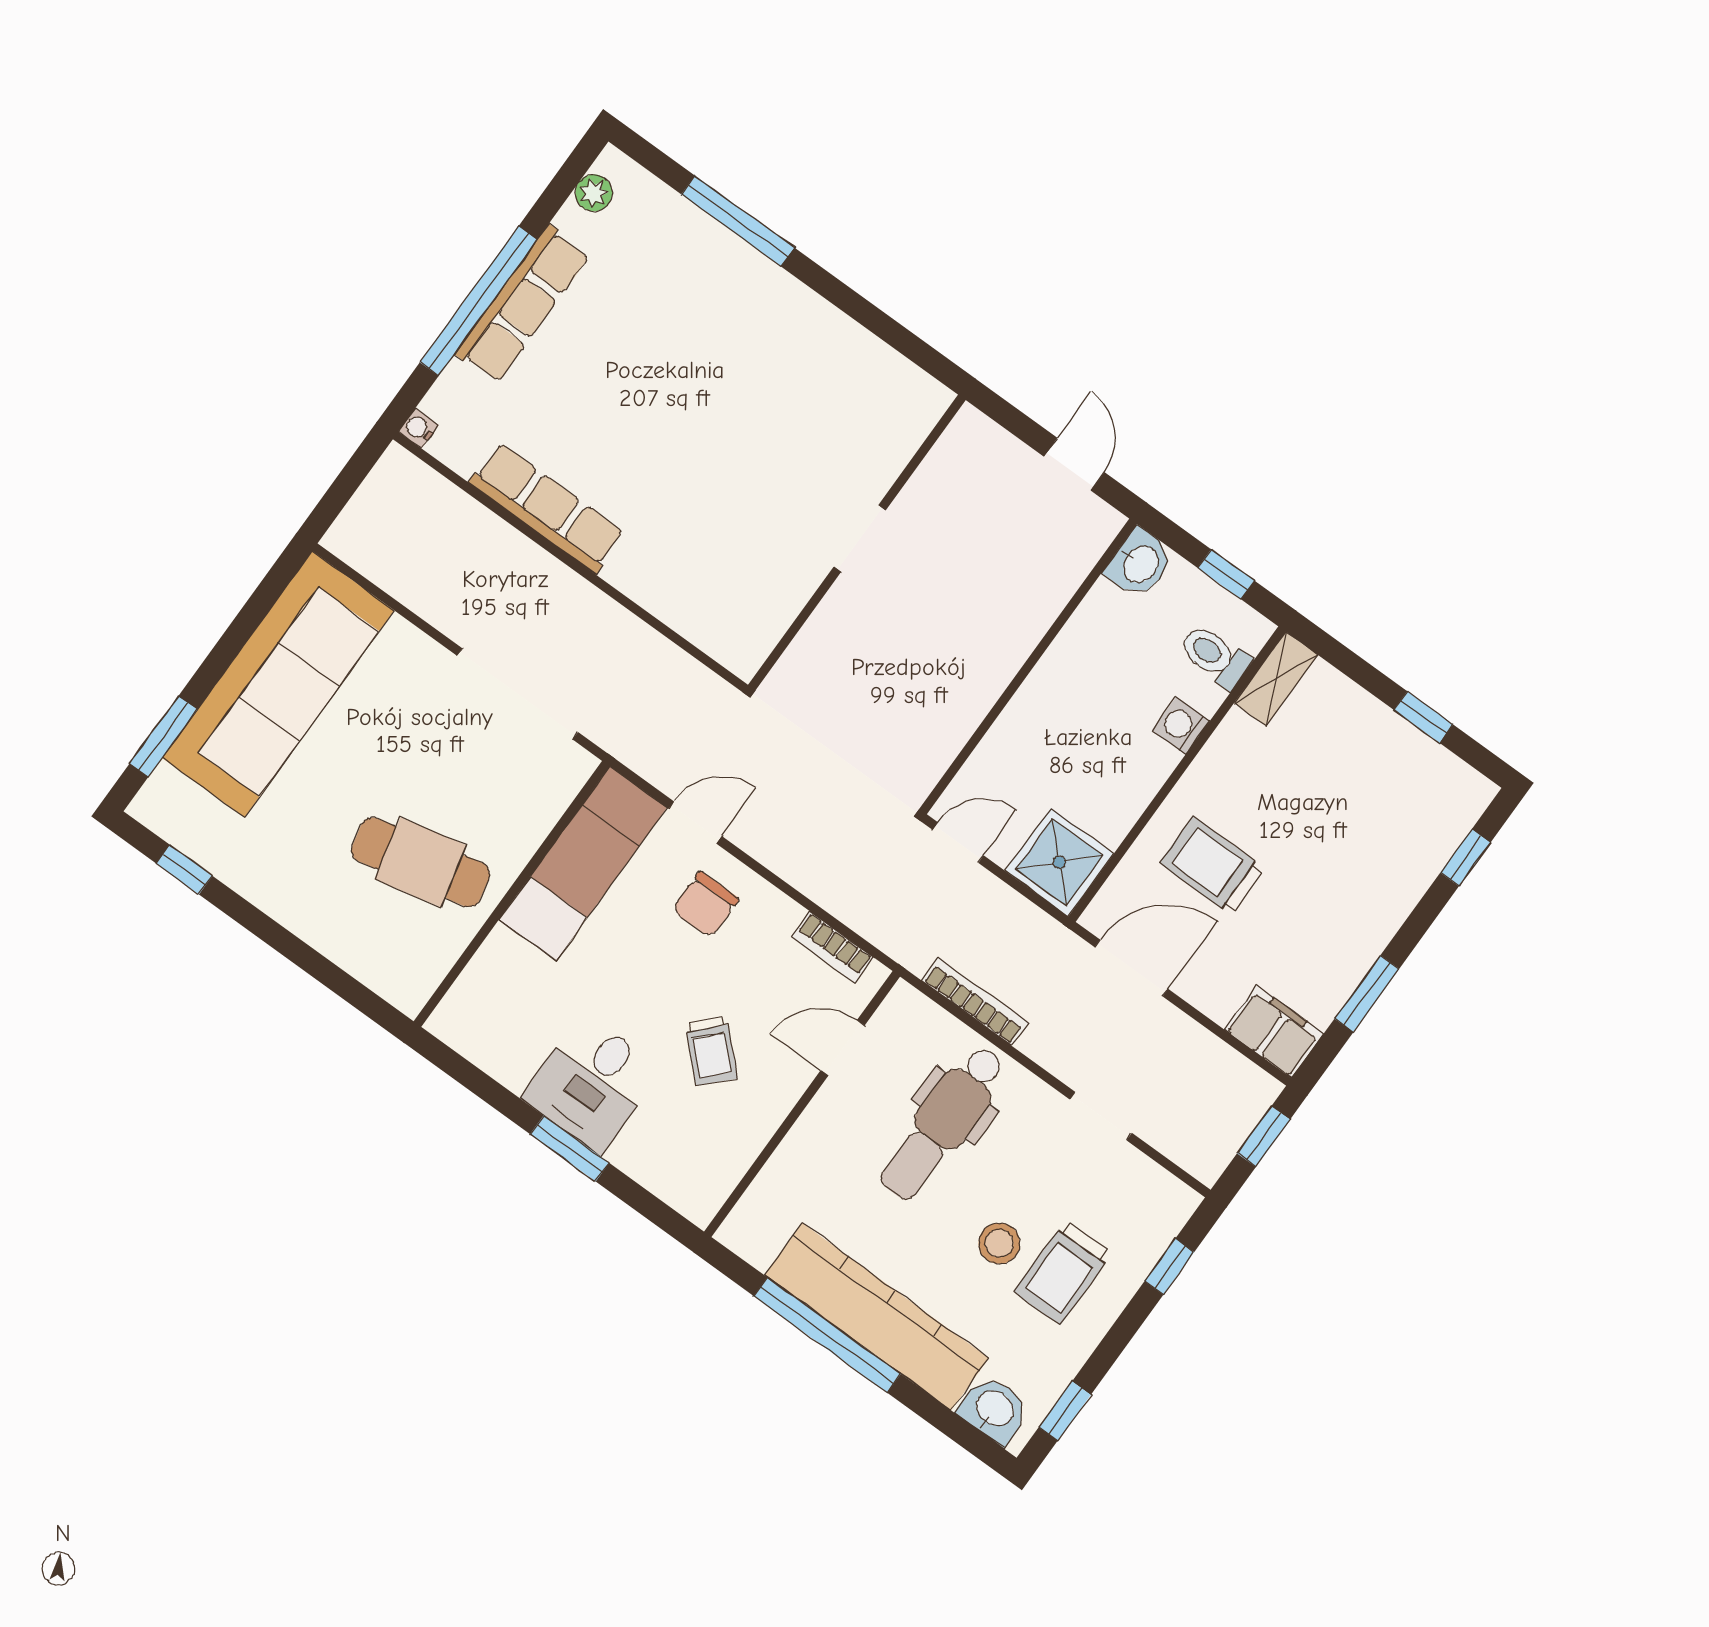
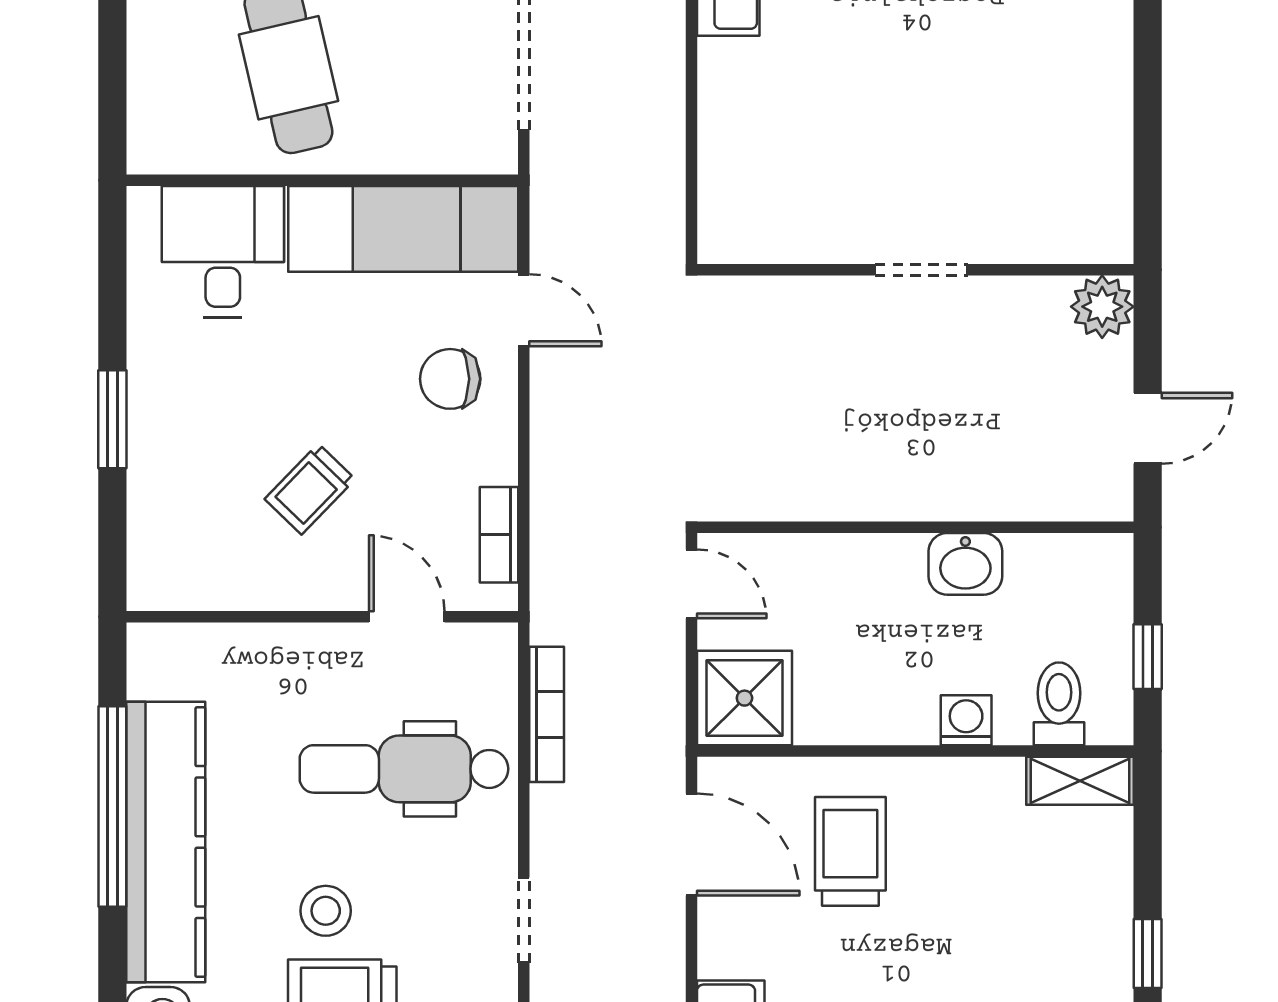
plant: (971, 436) -> (1102, 307), added
washbasin: (1140, 564) -> (965, 564), moved
desk: (592, 1084) -> (223, 252), moved, turned 90

